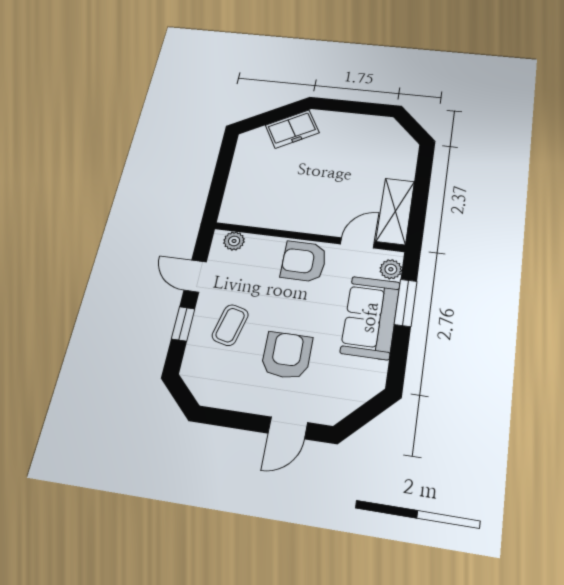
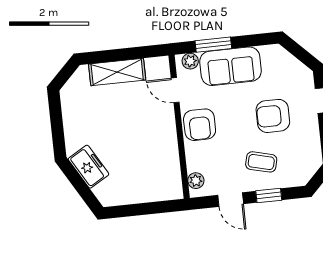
shelving: (395, 211) -> (117, 72), moved
door: (195, 276) -> (231, 200), hinge flipped

